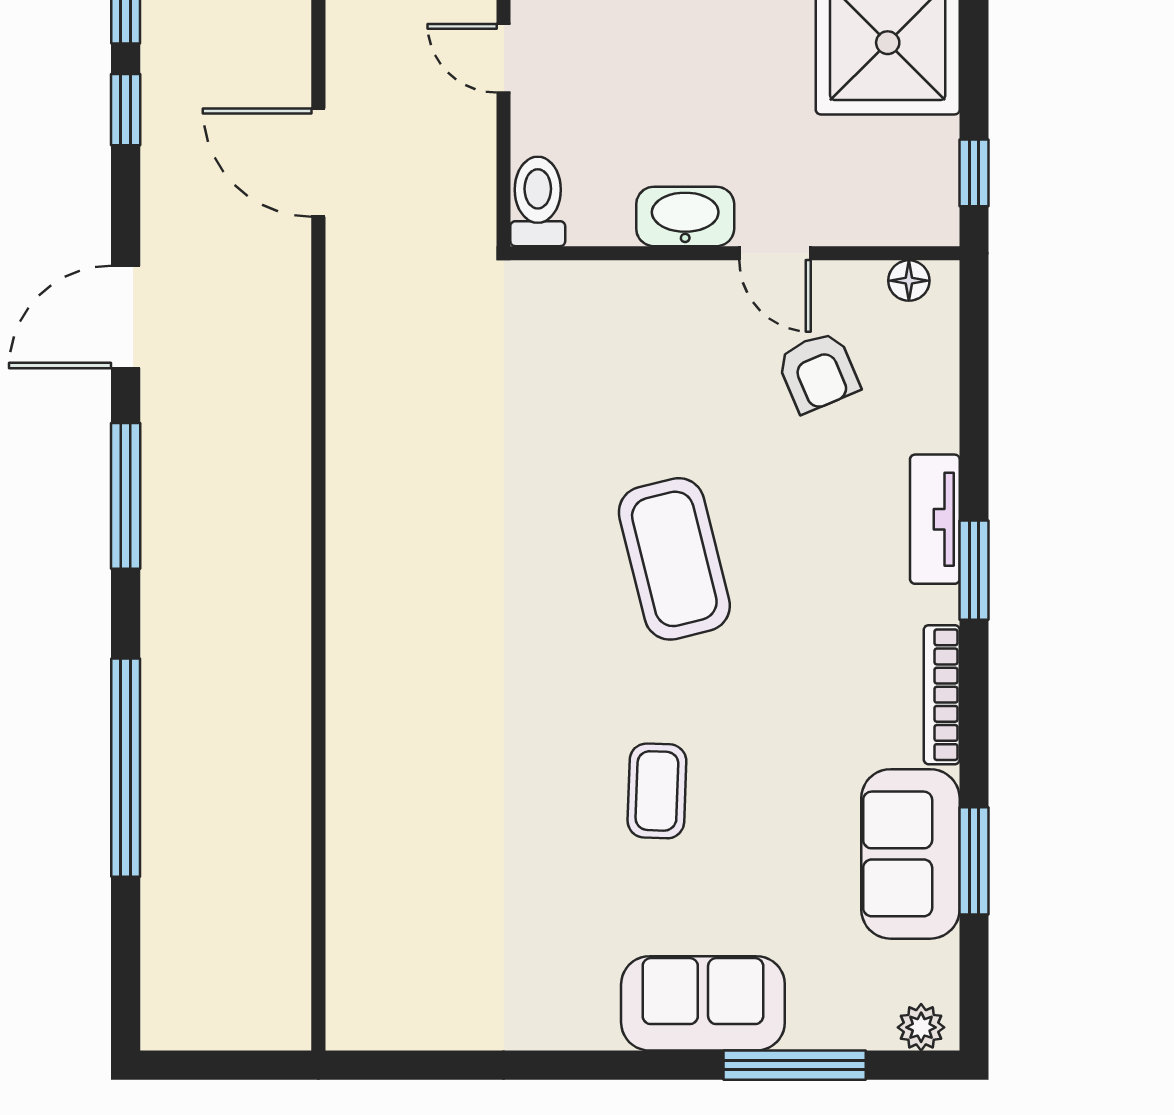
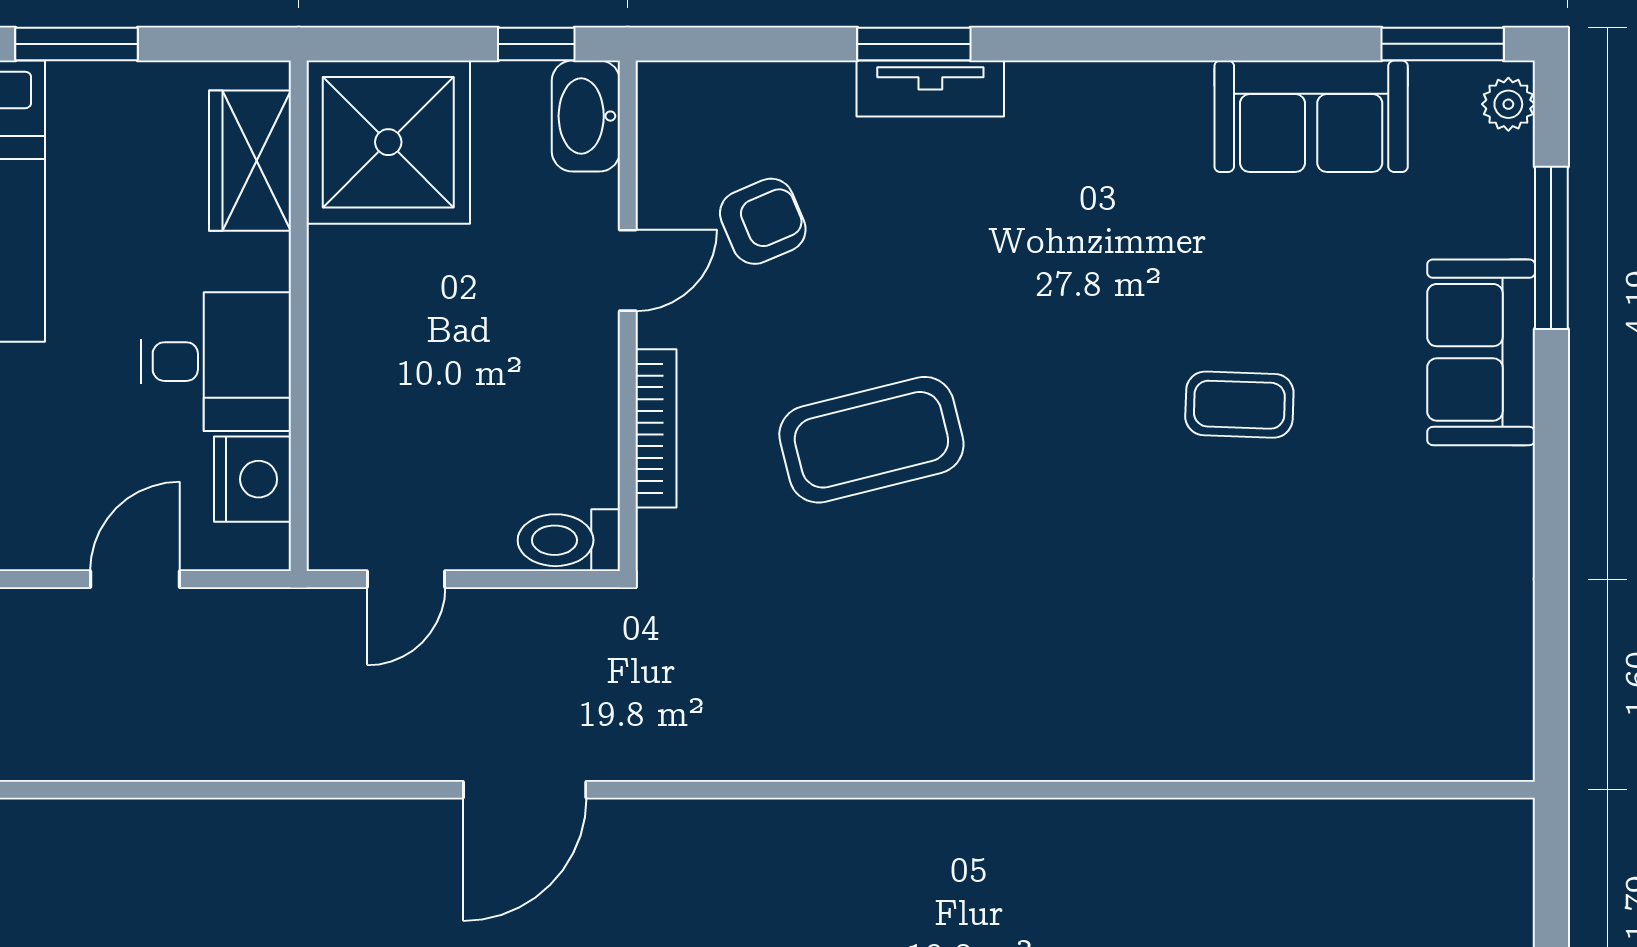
washbasin: (685, 216) -> (586, 116), moved
floor lamp: (909, 281) -> (659, 118), removed
coffee table: (674, 559) -> (871, 440), moved
window: (974, 570) -> (914, 44), moved
bookcase: (942, 695) -> (656, 428), moved, turned -90
window: (974, 861) -> (1443, 44), moved

